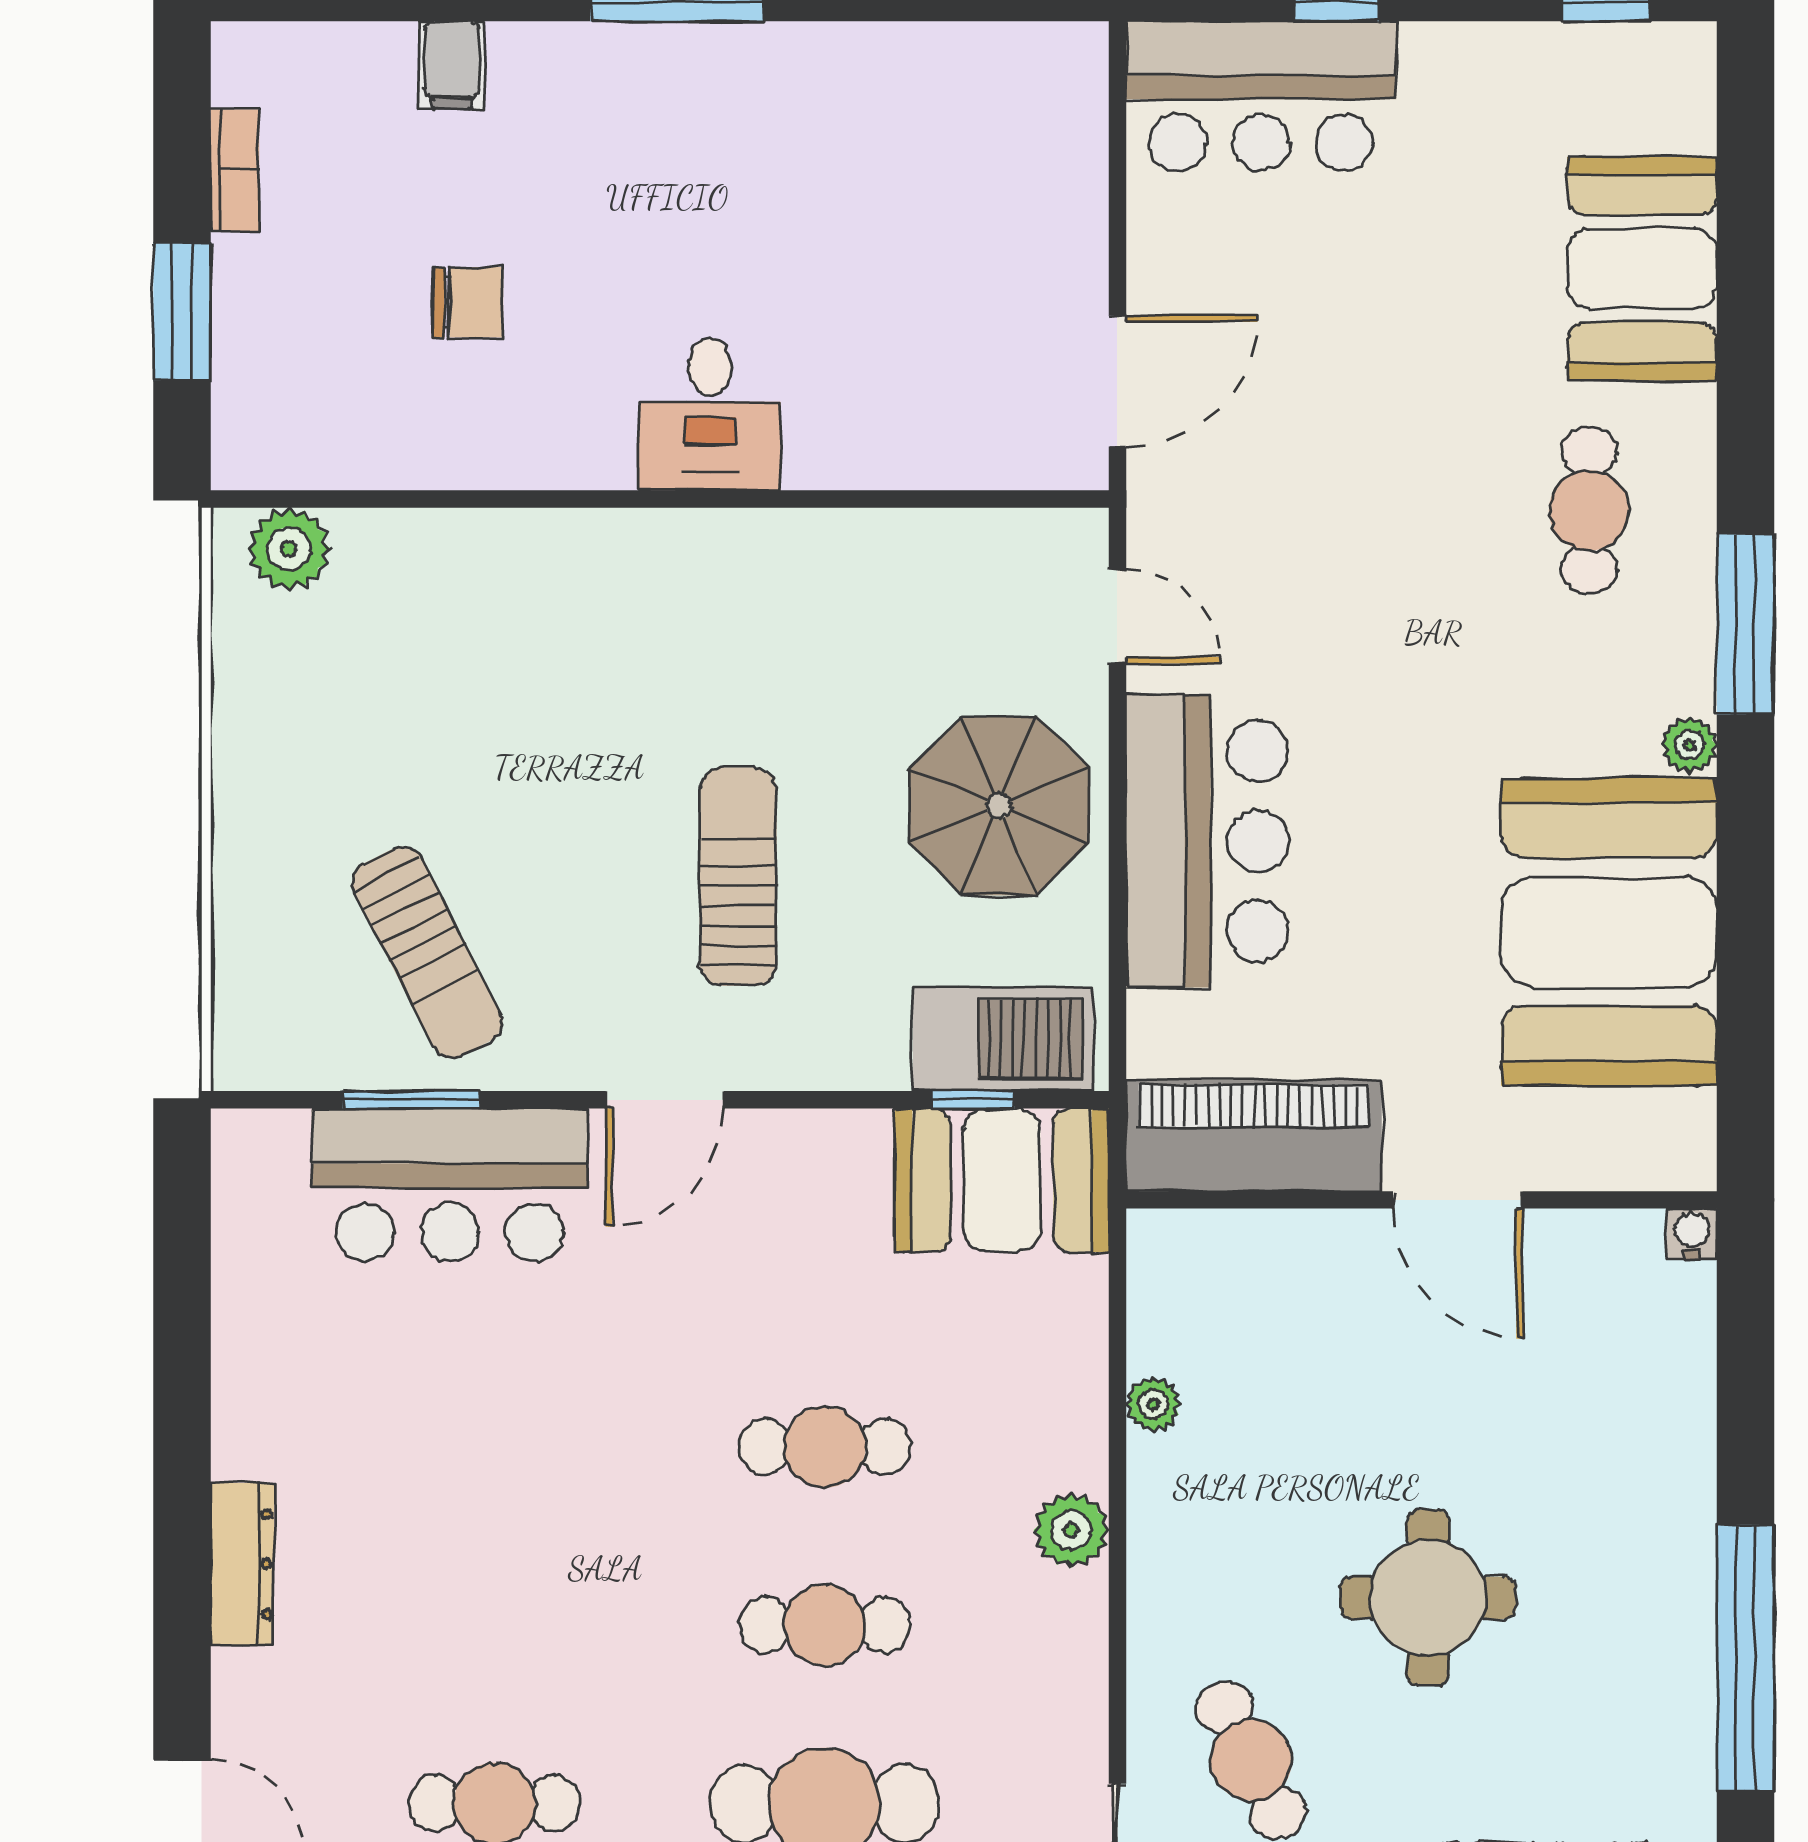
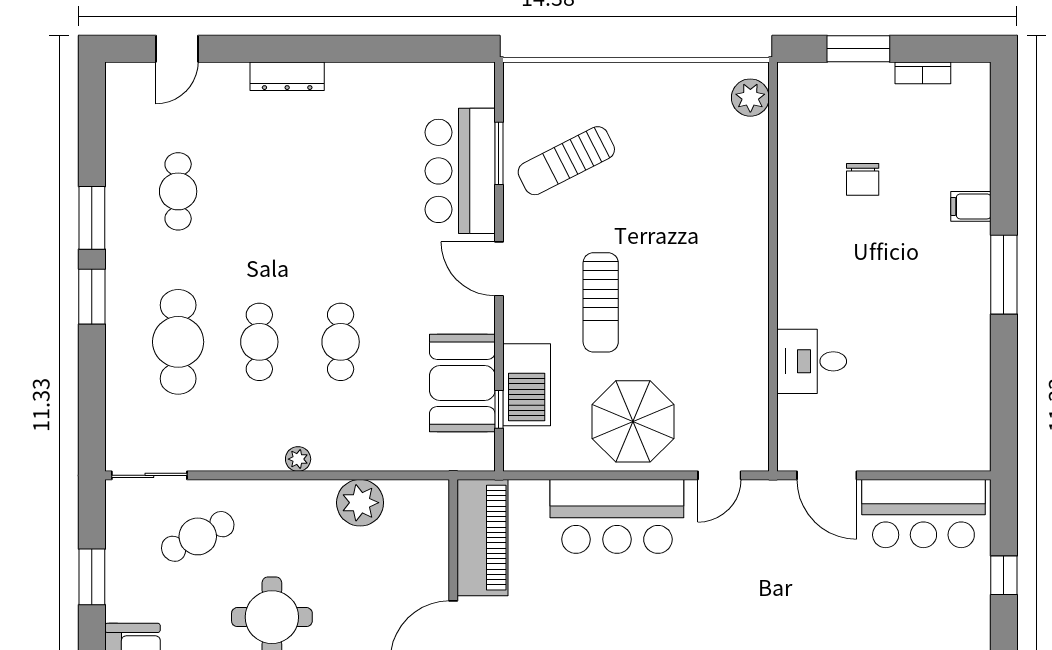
filing cabinet: (452, 65) -> (971, 206), moved
bar counter: (1261, 96) -> (923, 514), moved, turned -90
desk: (710, 414) -> (812, 361), moved
sun lounger: (738, 877) -> (601, 302), turned 90
barbecue: (1003, 1039) -> (527, 385), moved
booth: (1002, 1180) -> (462, 383), moved
plant: (1153, 1404) -> (360, 503), width x1.88, depth x1.88
plant: (1071, 1530) -> (298, 459), width x0.73, depth x0.73

